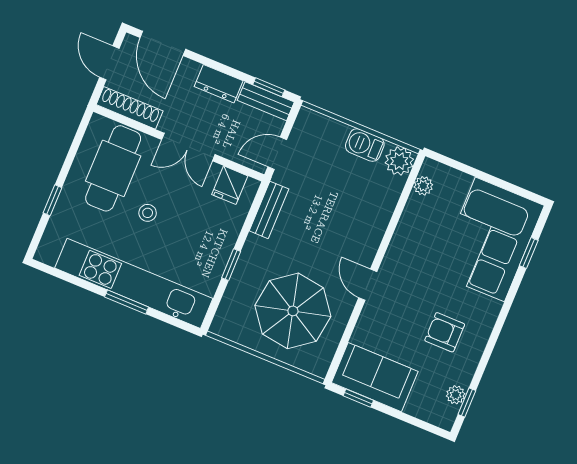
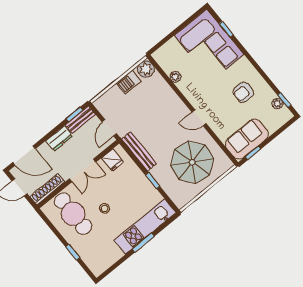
plant: (423, 186) -> (175, 77), moved
bench: (269, 210) -> (139, 151), width x1.36
kitchen unit: (134, 283) -> (145, 227), width x0.73

